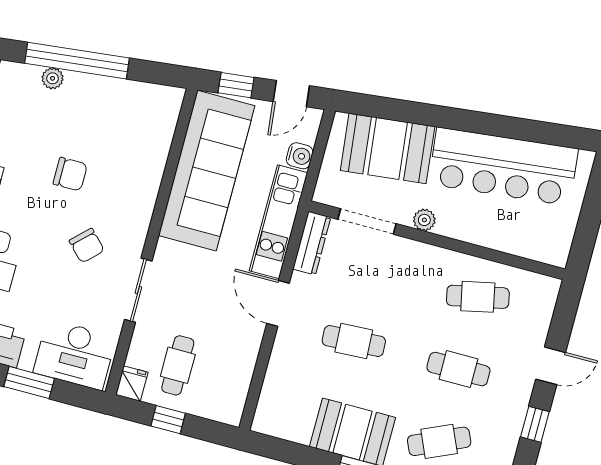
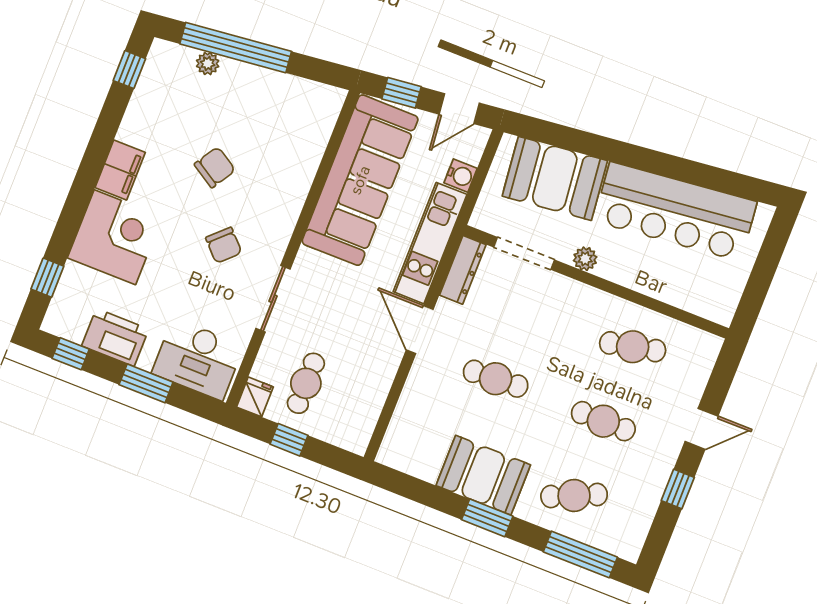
chair: (70, 174) -> (215, 167), turned -58

